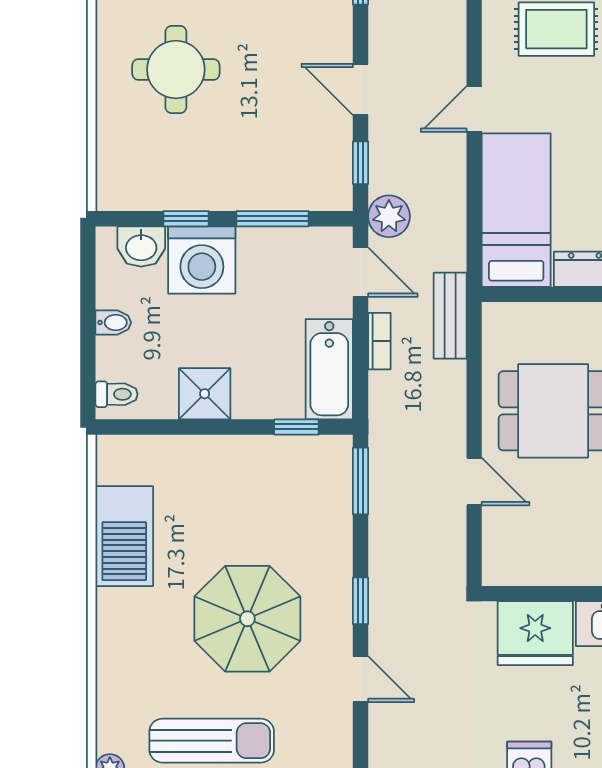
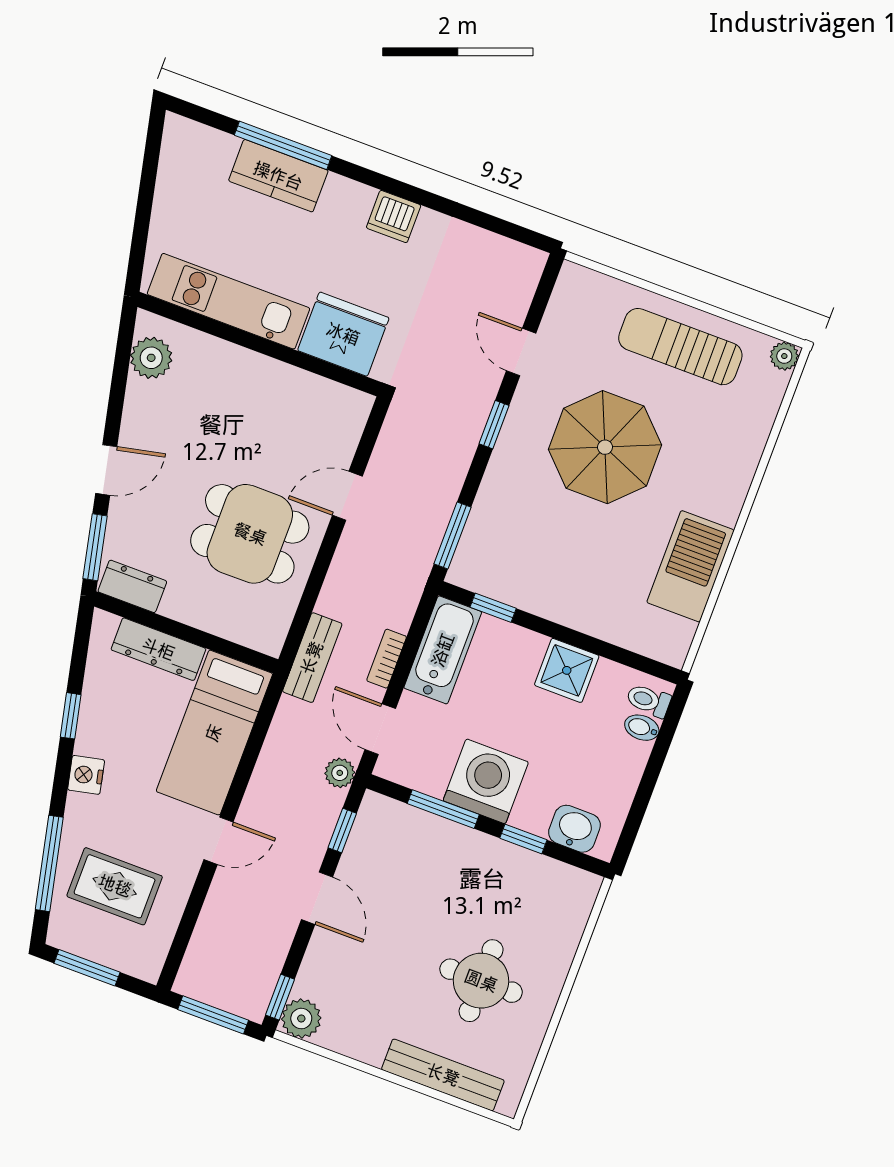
plant: (389, 216) -> (340, 773), width x0.73, depth x0.73
washing machine: (202, 260) -> (486, 781), moved
bidet: (113, 323) -> (642, 728), moved
door: (474, 481) -> (347, 496), hinge flipped

